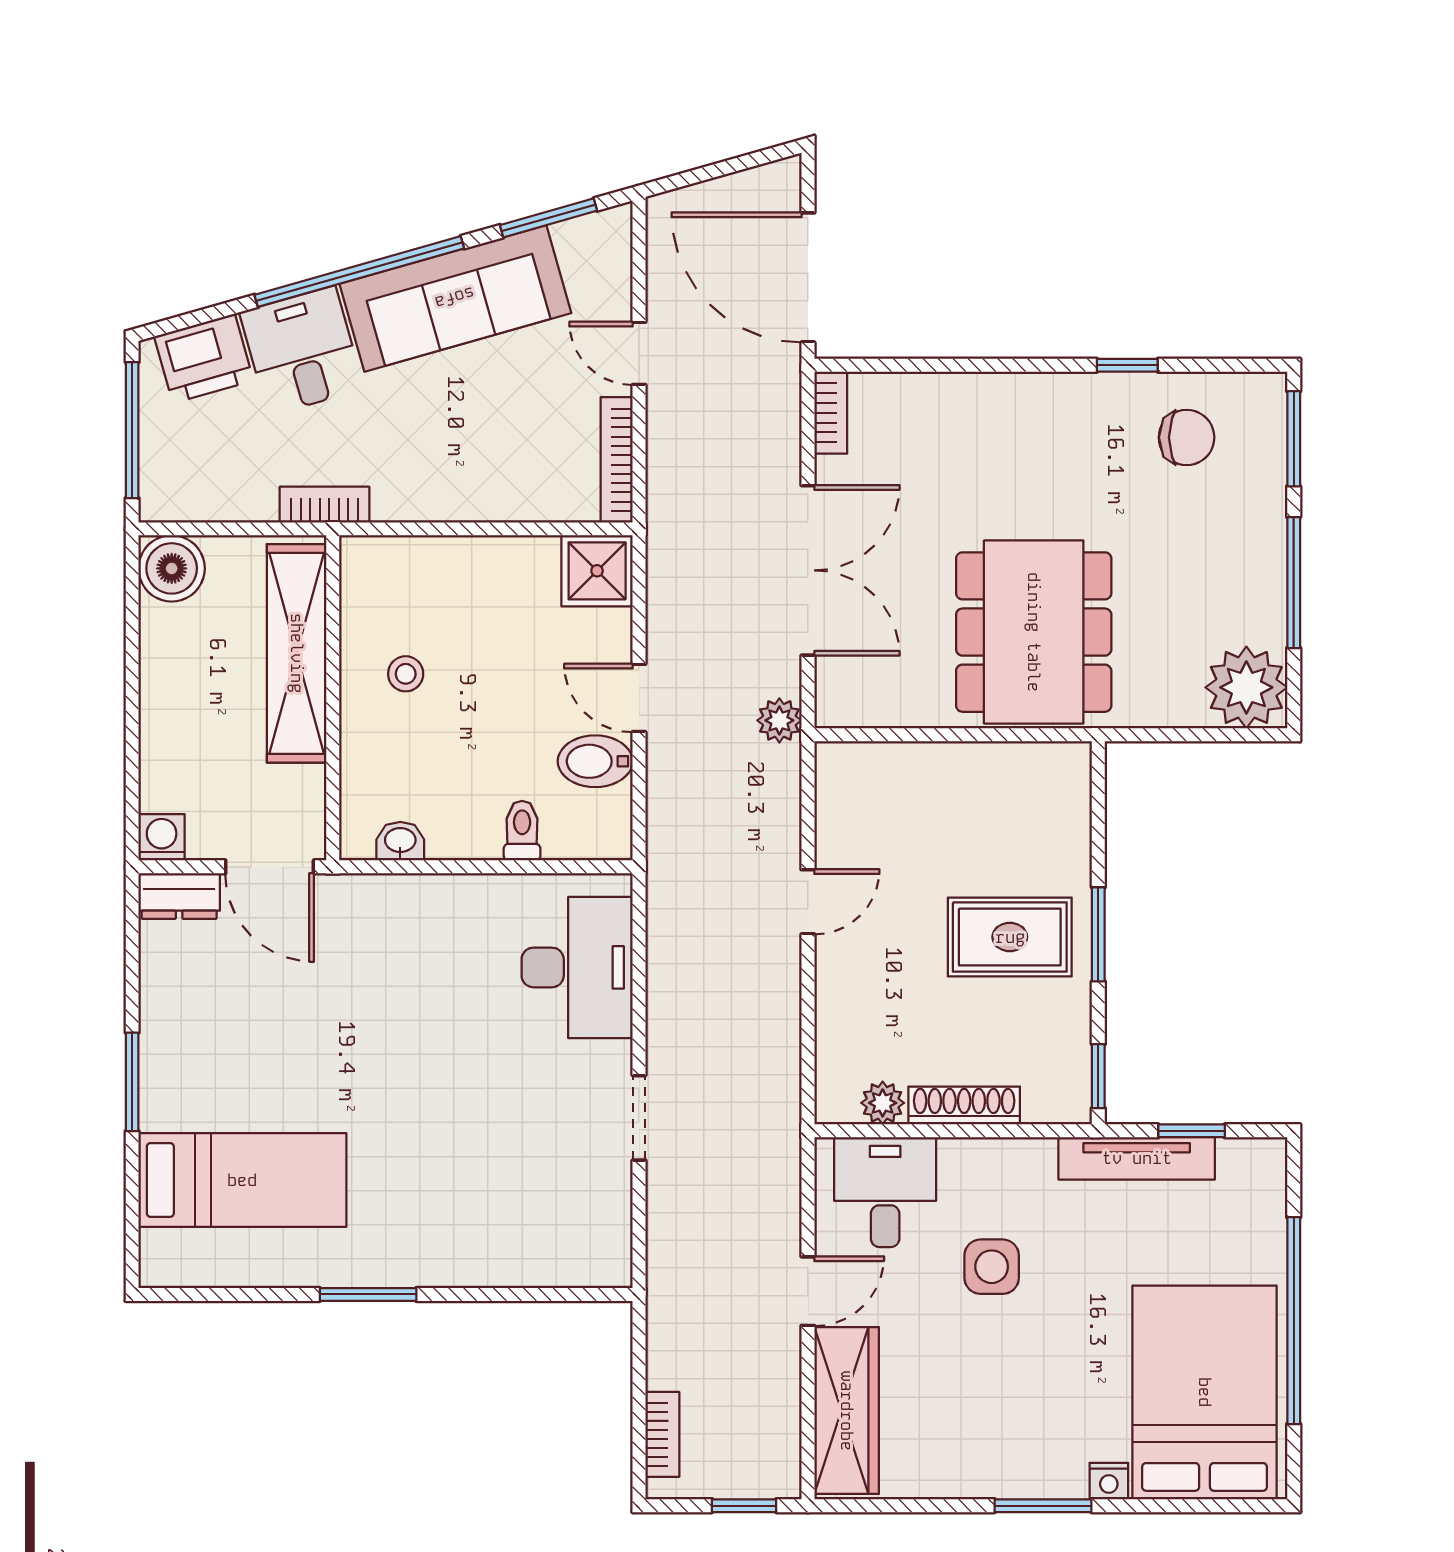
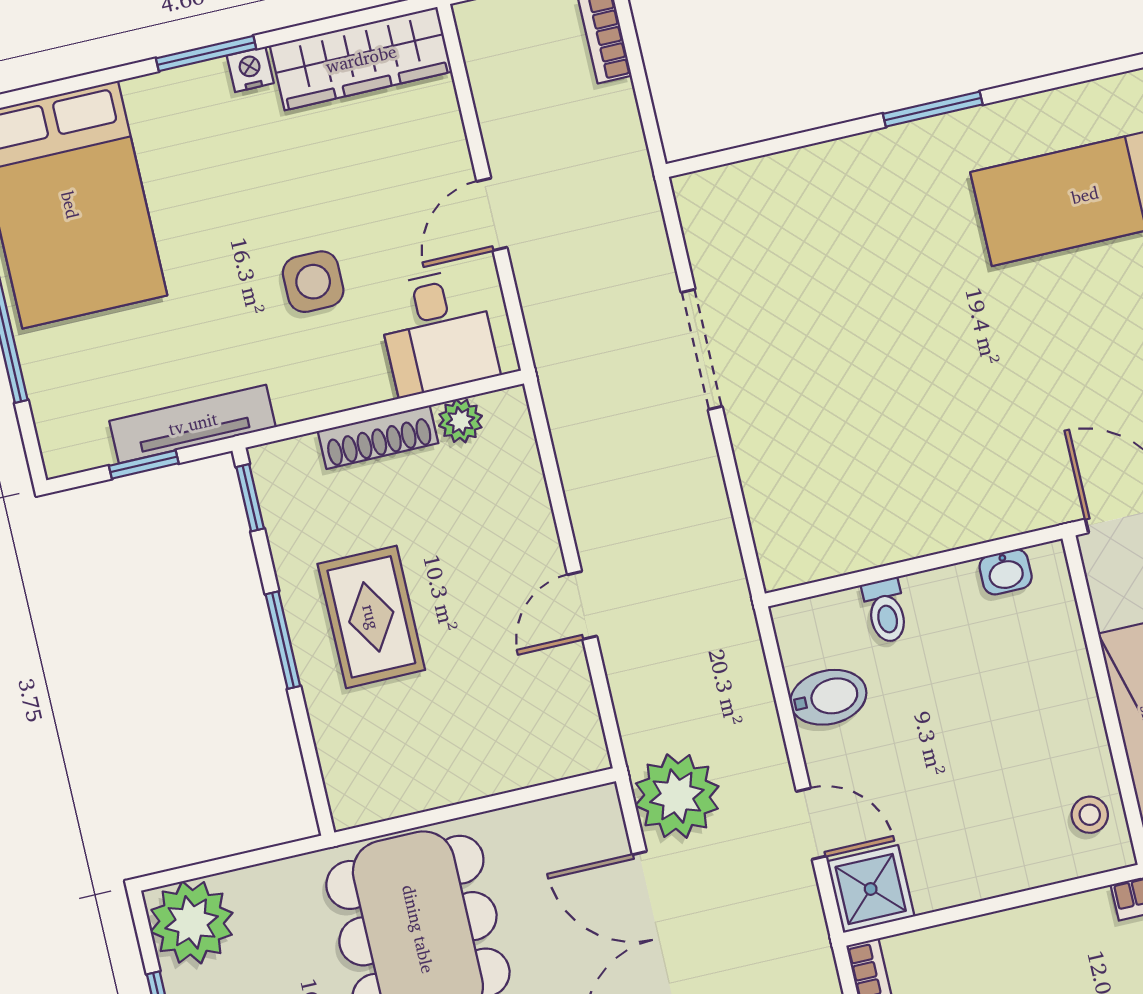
stool: (406, 674) -> (1090, 815), moved
door: (639, 698) -> (811, 824), moved
plant: (779, 720) -> (677, 796), width x1.87, depth x1.87
rug: (1010, 937) -> (371, 617), turned 90
desk: (577, 967) -> (799, 486), removed
doorway: (639, 1118) -> (702, 349), width x1.38
wardrobe: (847, 1411) -> (361, 59), moved, turned -90
nightstand: (1109, 1481) -> (250, 69), moved

